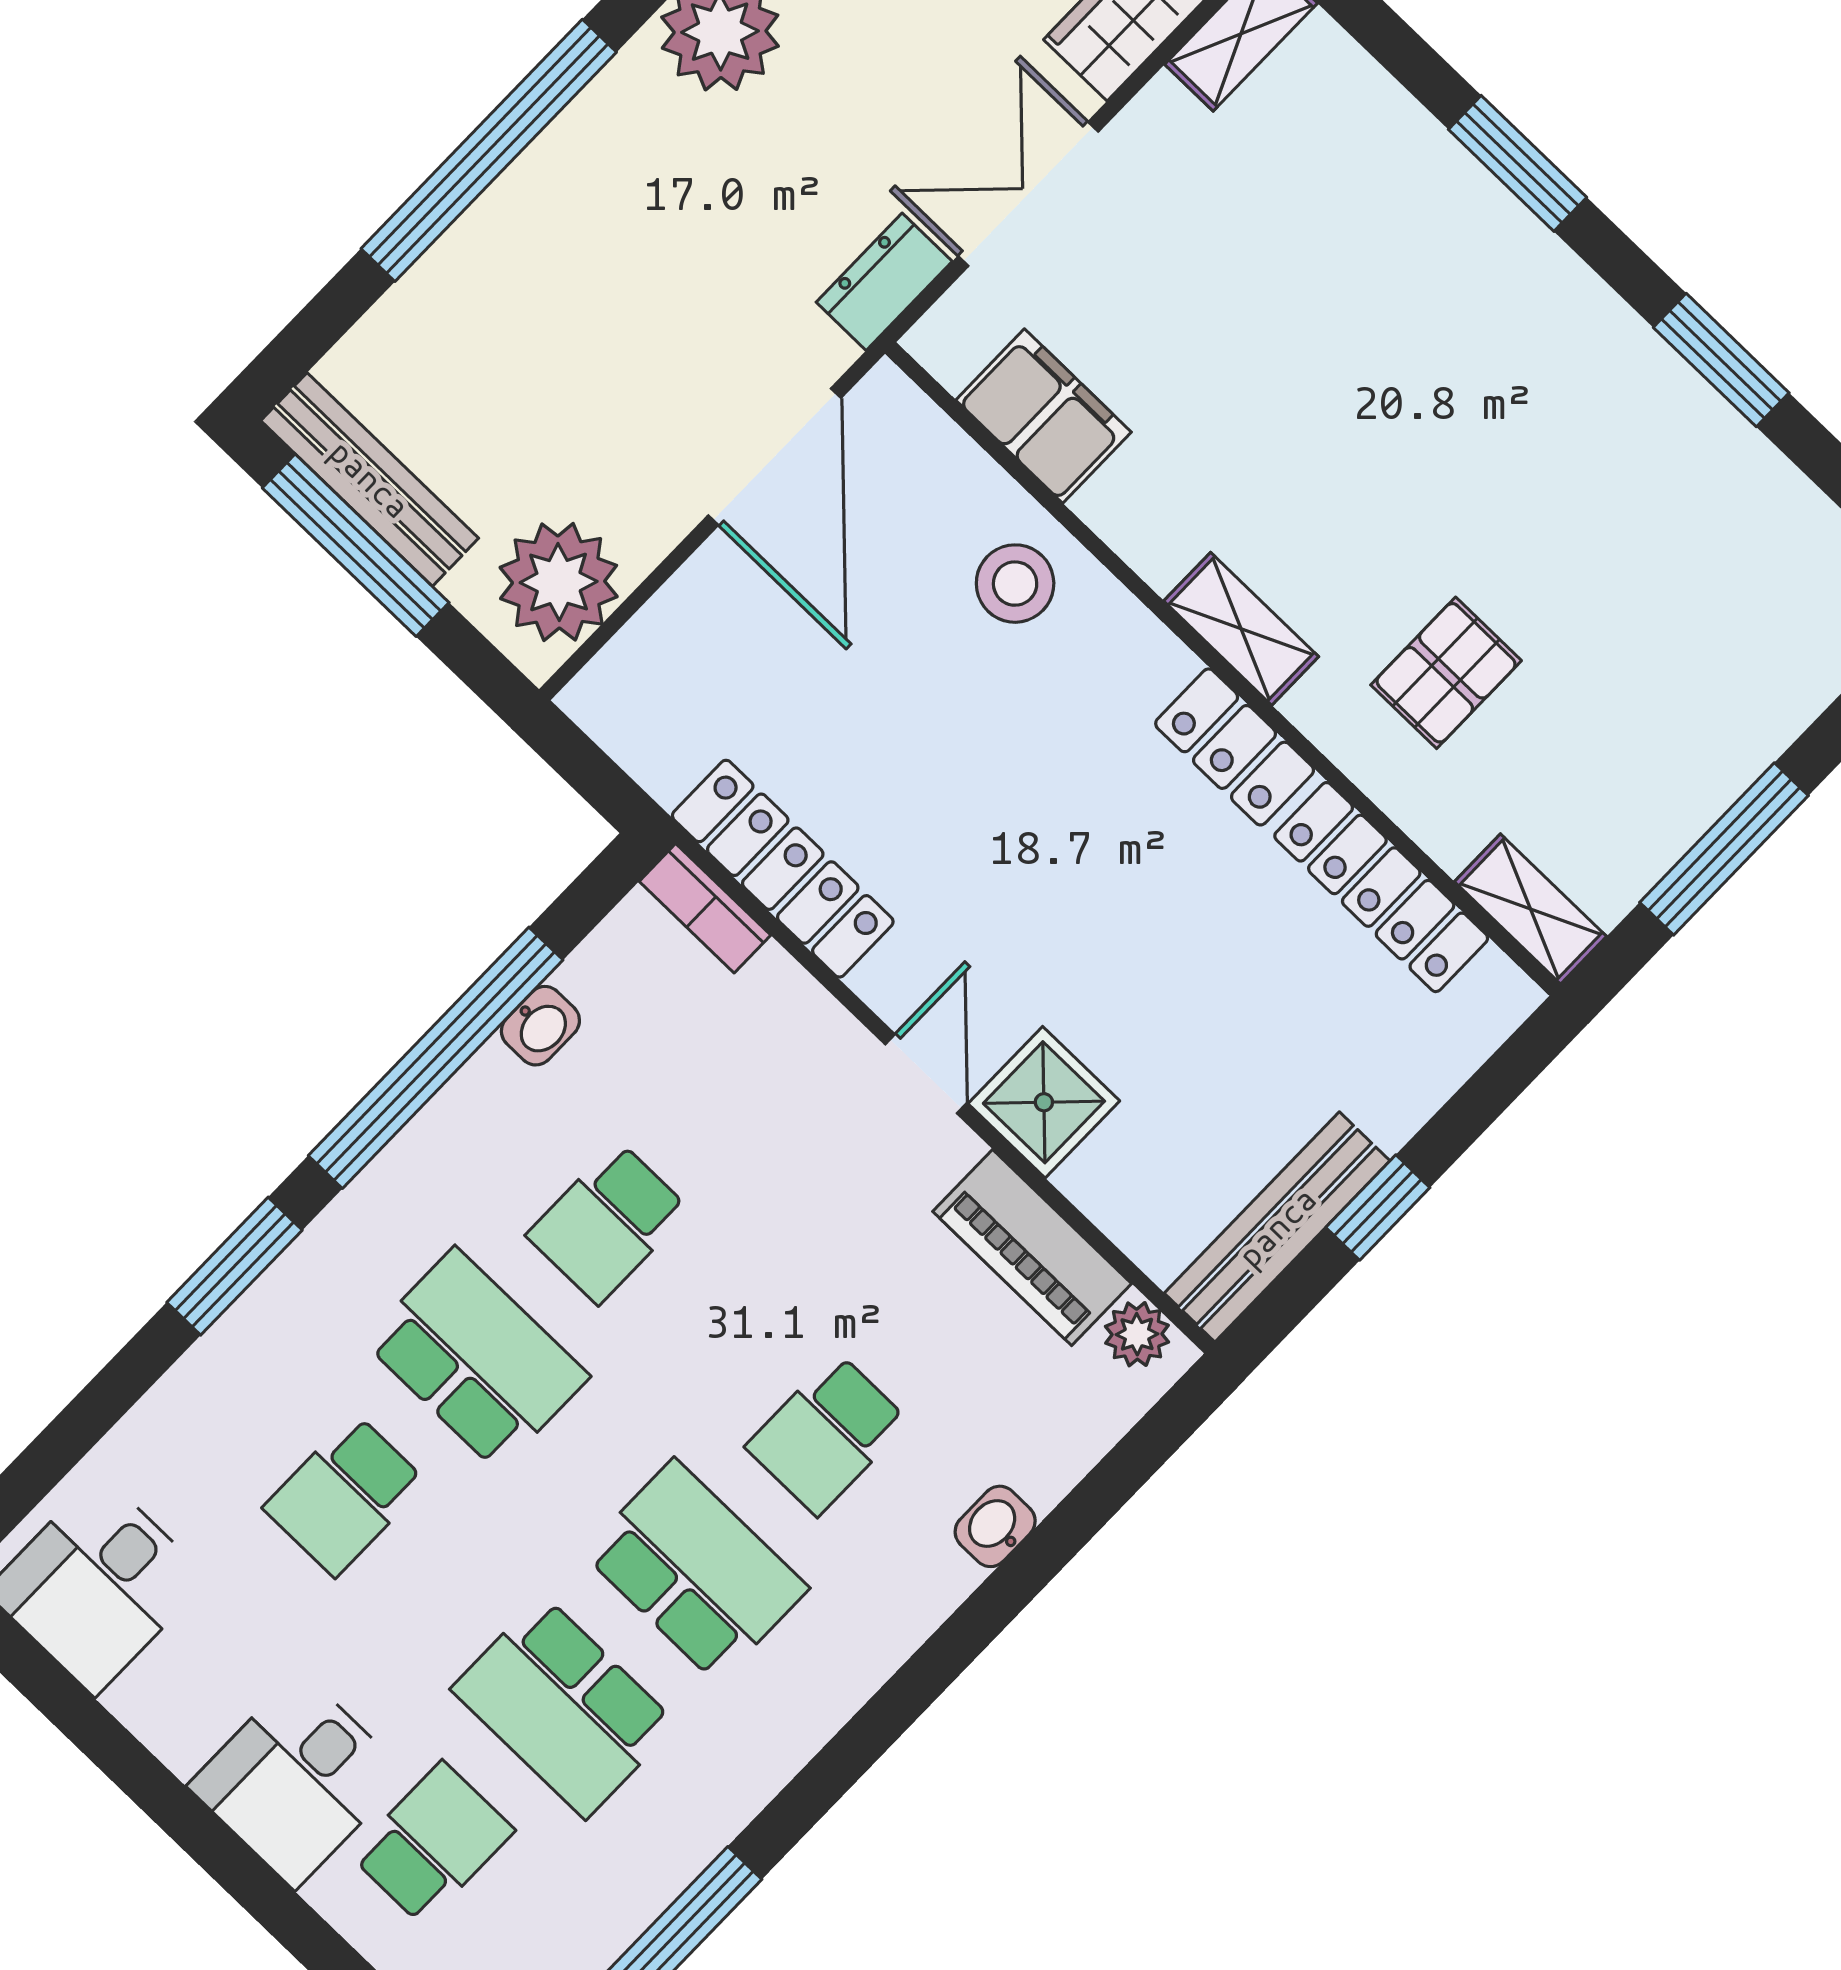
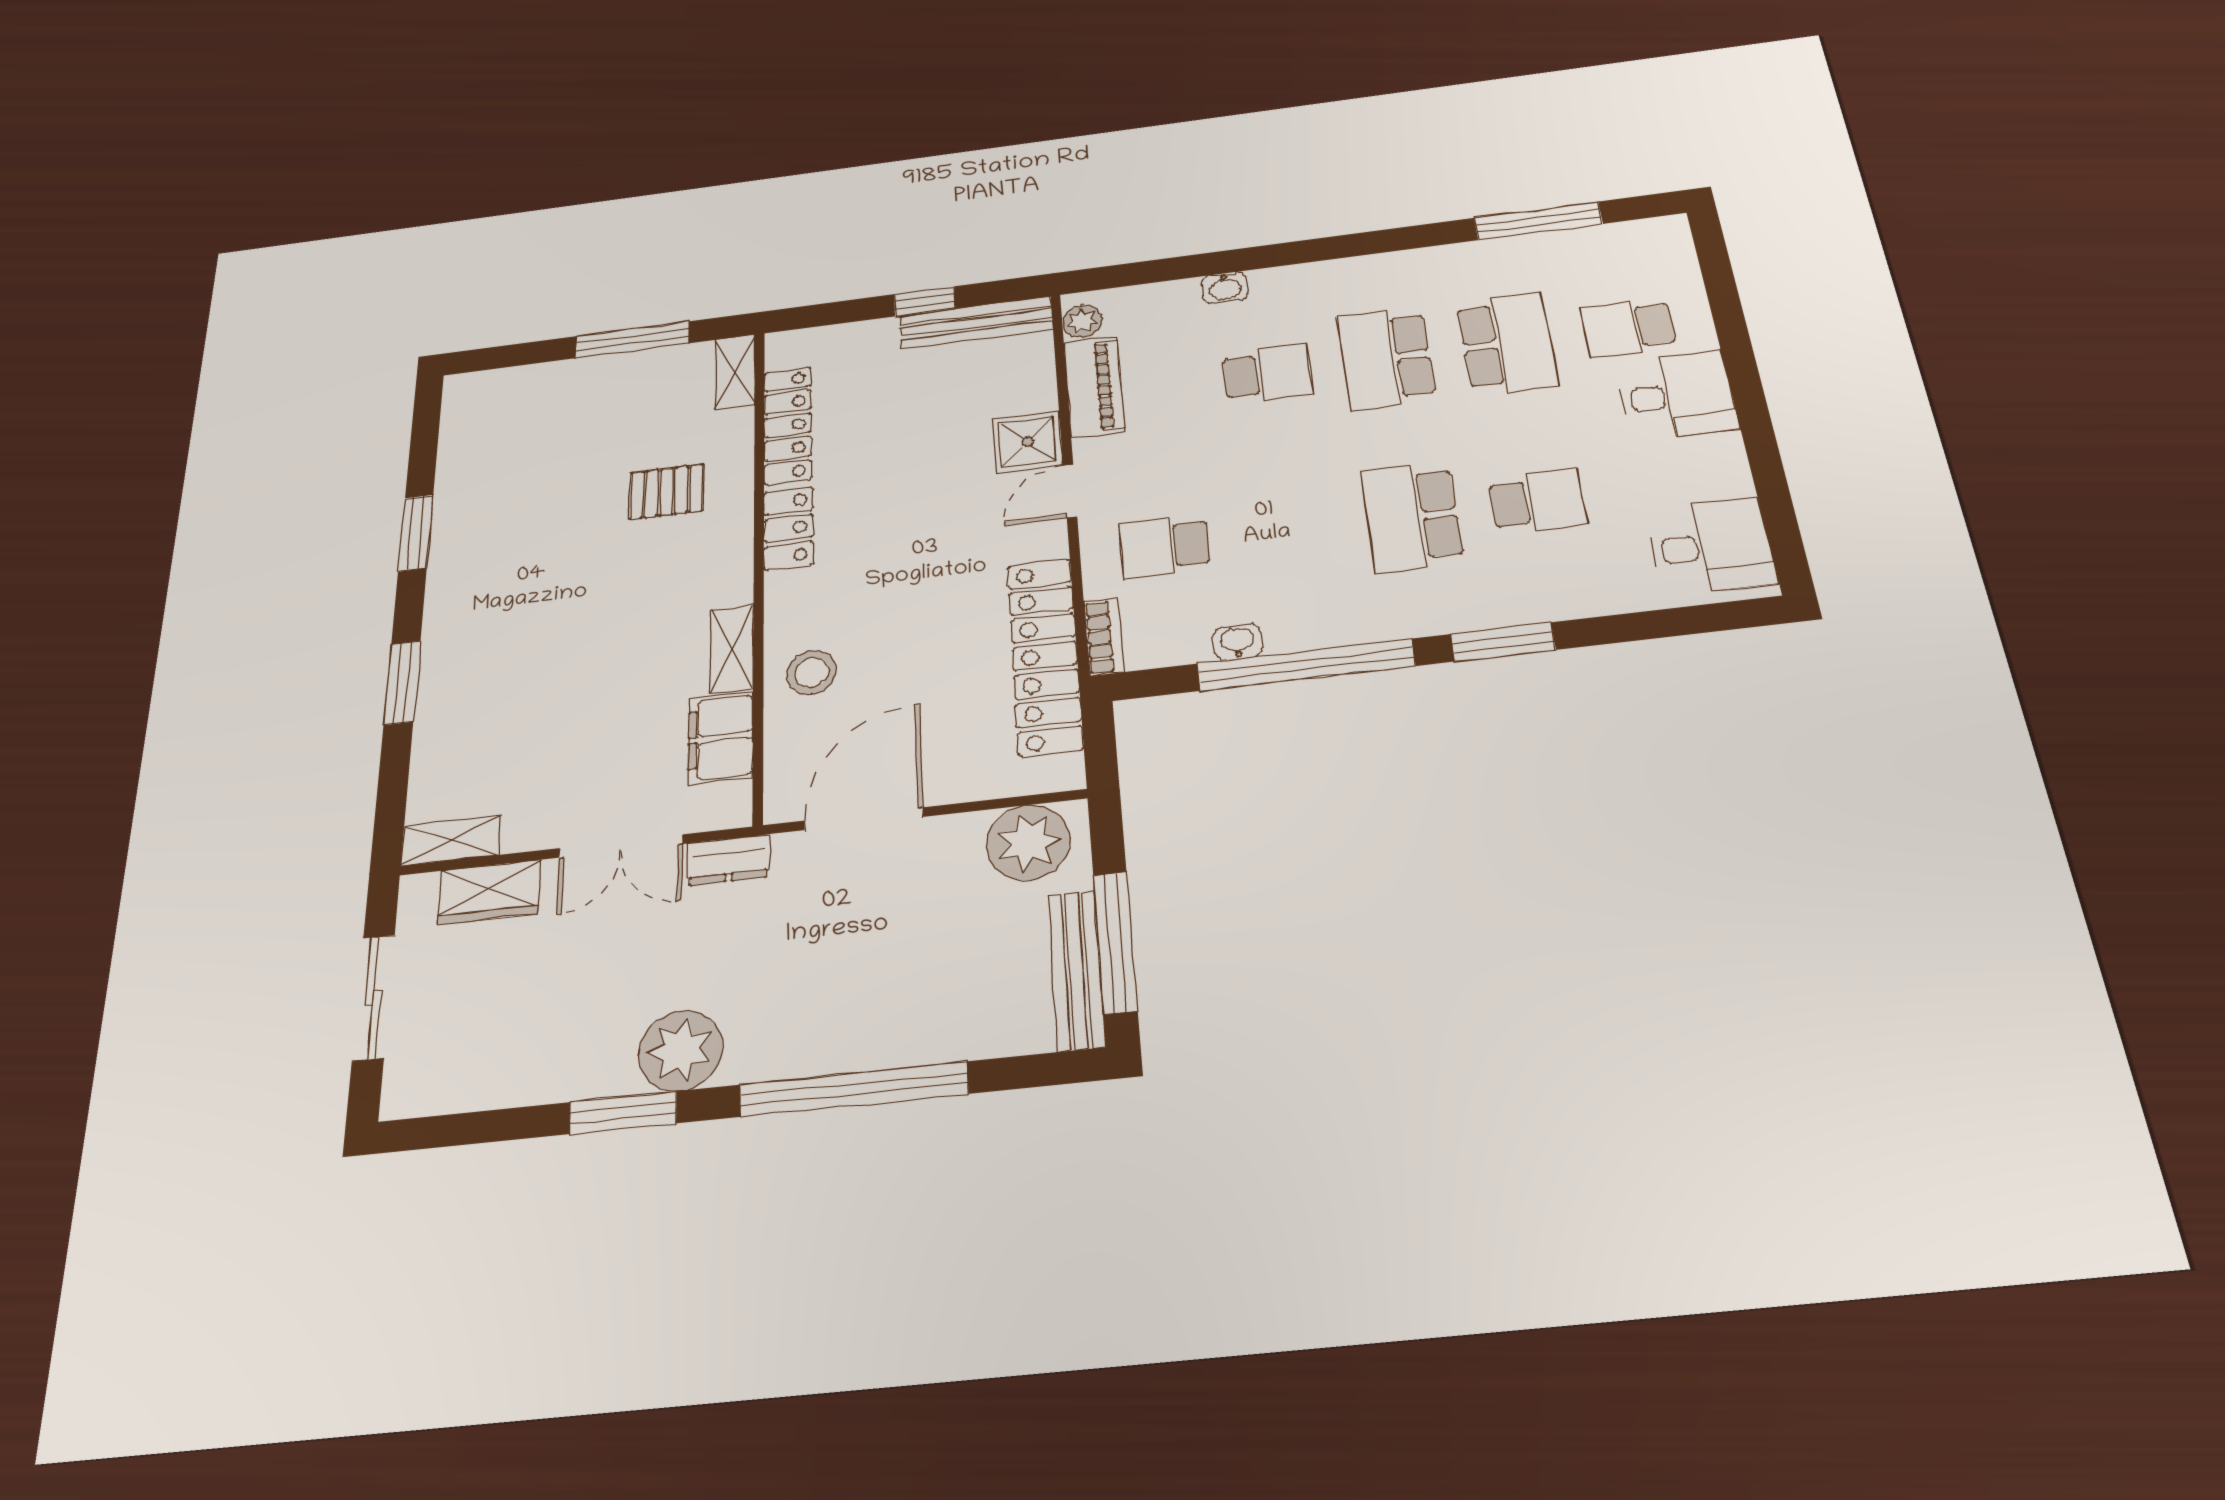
shelving: (1241, 629) -> (732, 649), moved
locker: (783, 869) -> (1045, 656), width x1.41, depth x1.21
school desk: (608, 1223) -> (1164, 547), moved, turned 180

